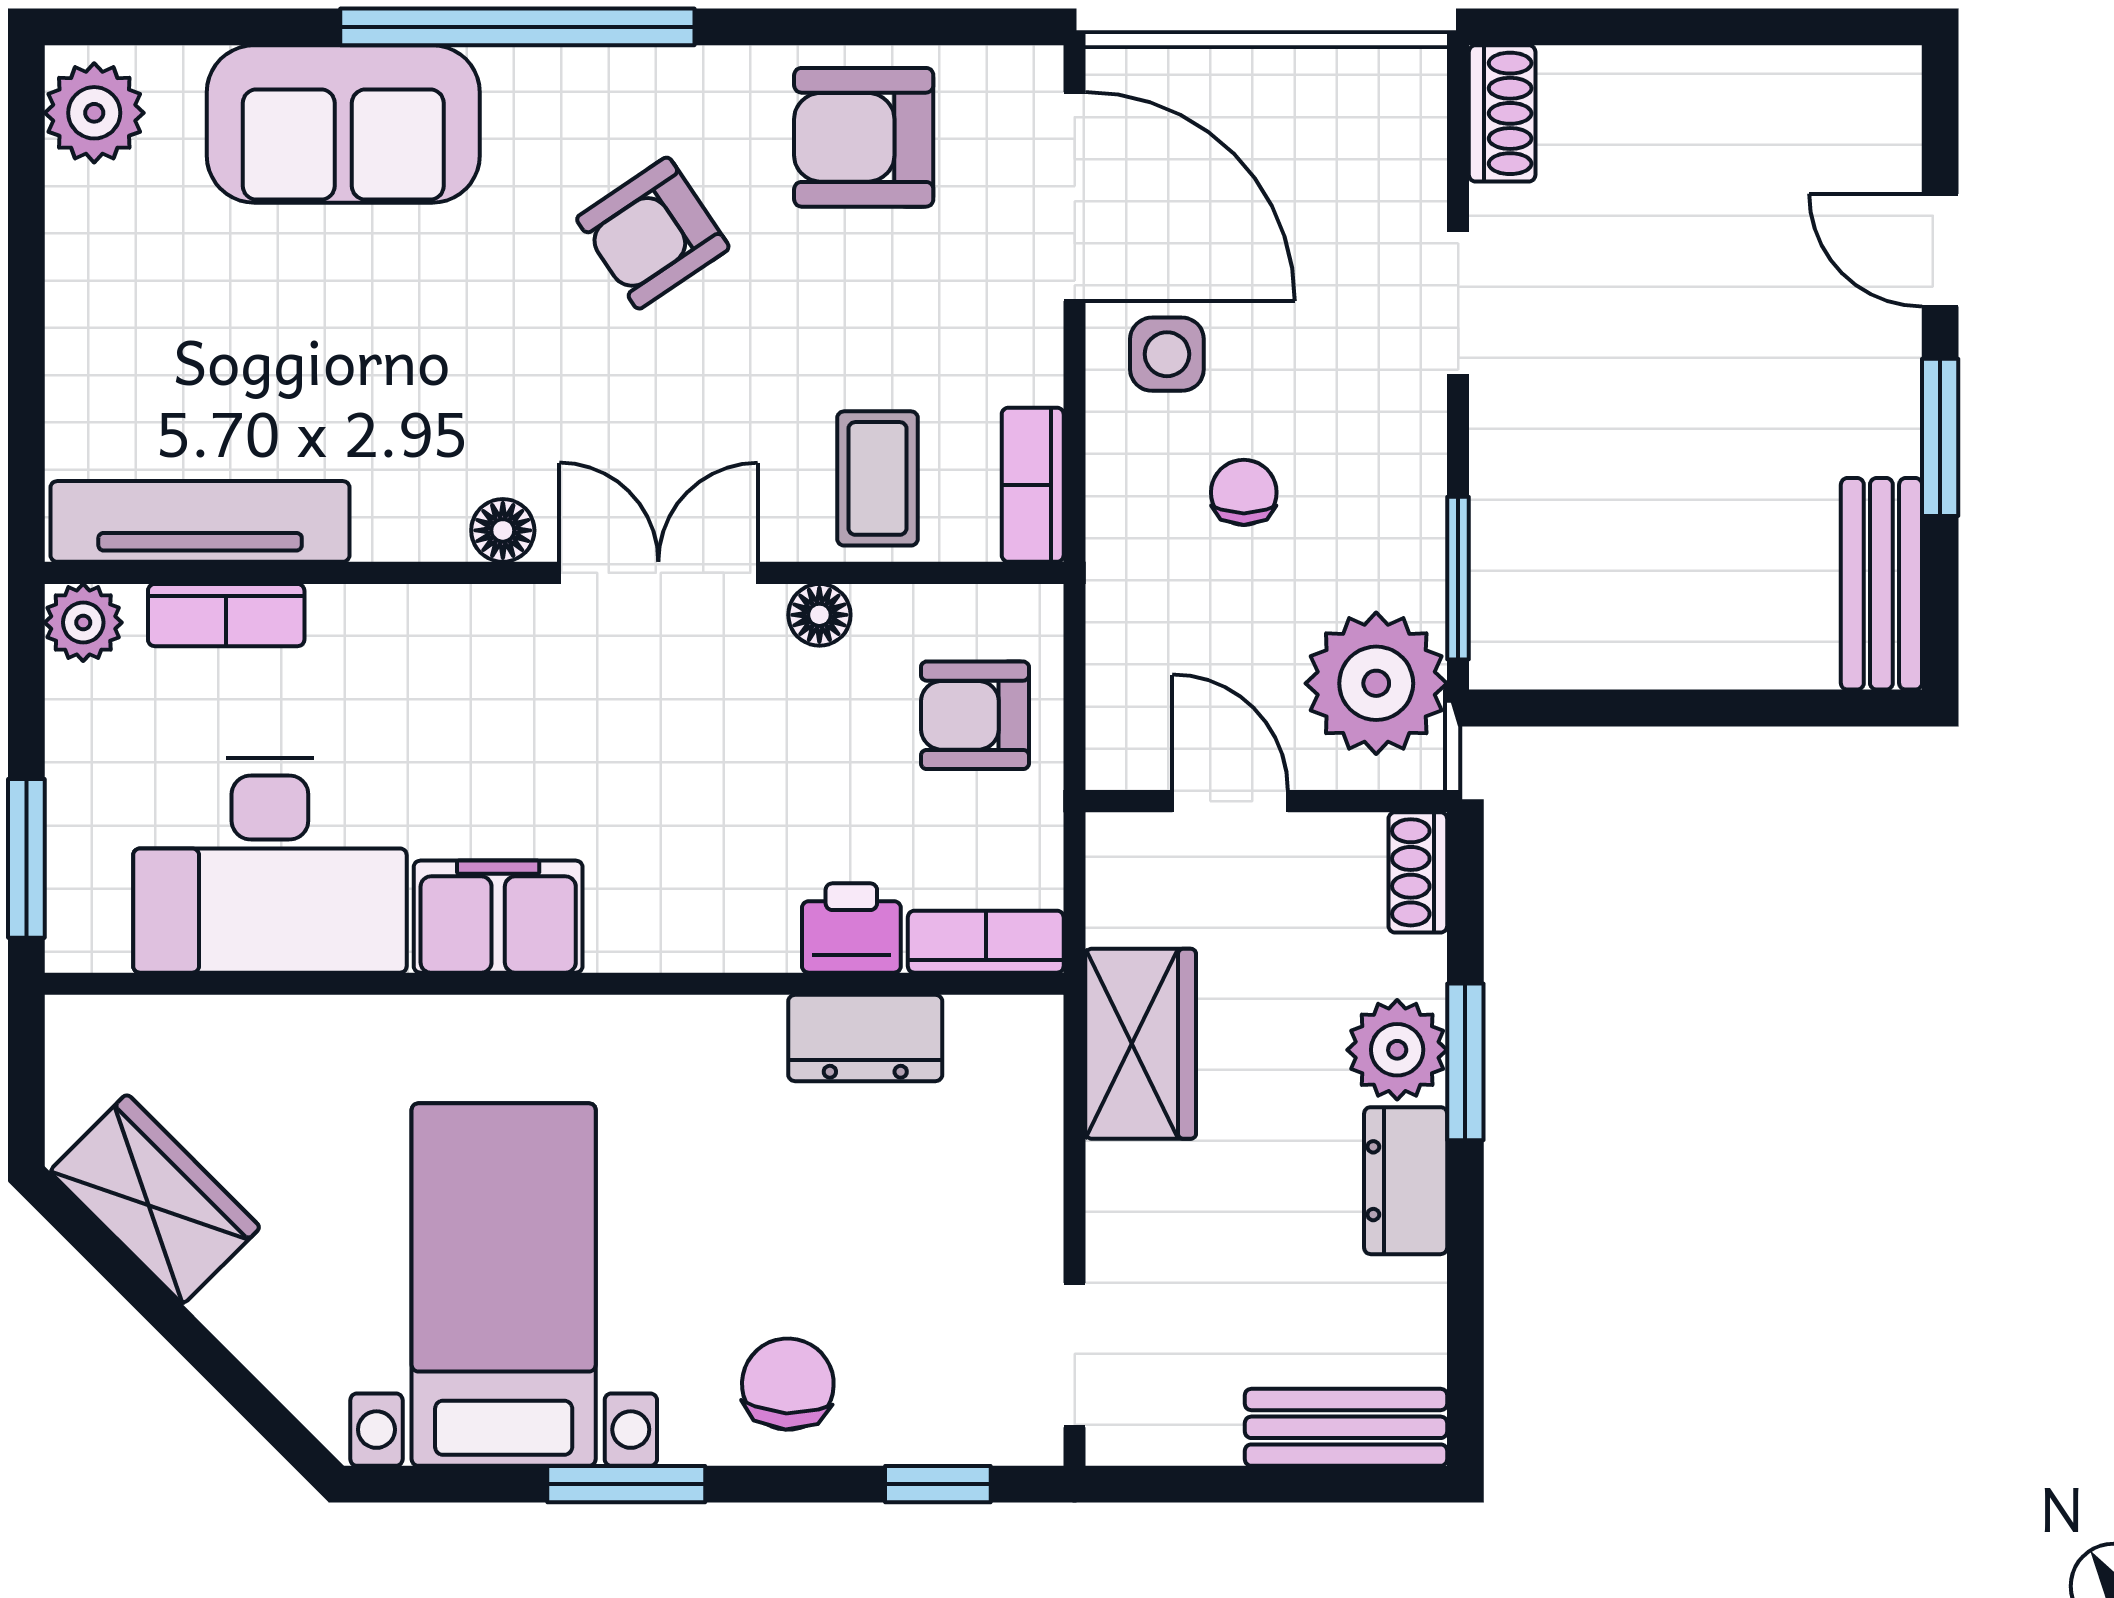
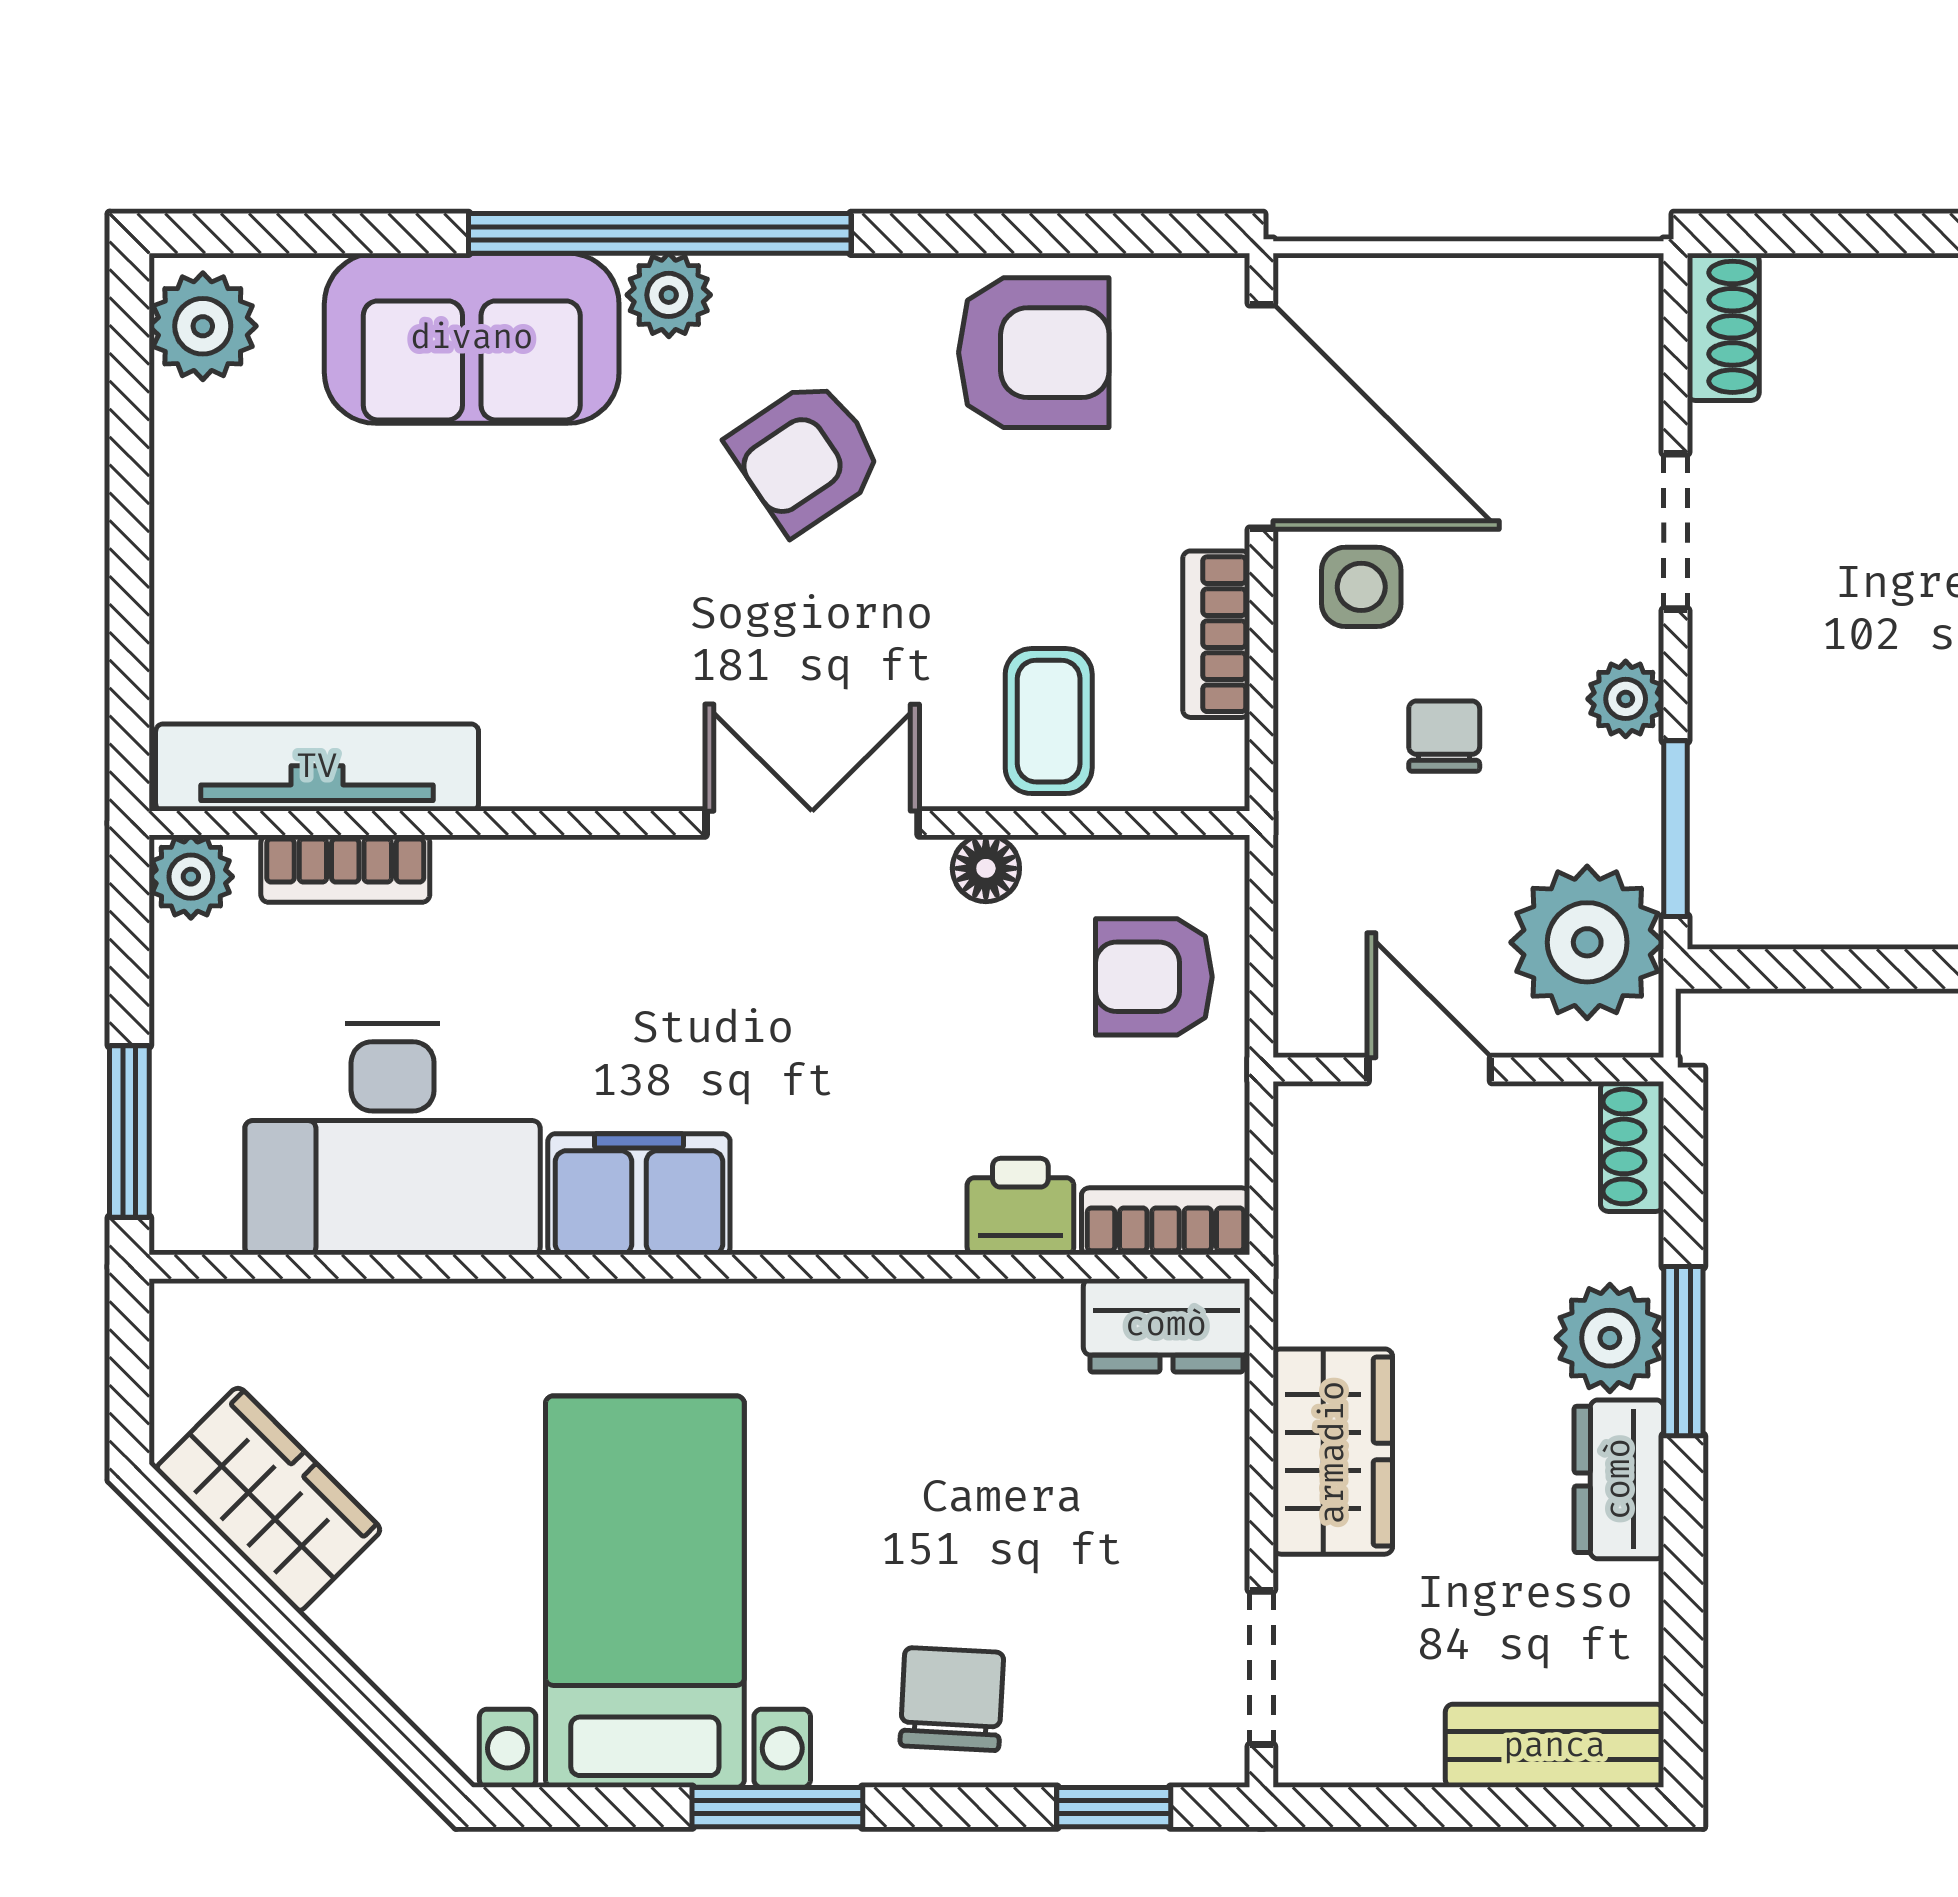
plant: (526, 84) -> (669, 295), added
armchair: (864, 137) -> (1034, 353), turned 180
plant: (1412, 458) -> (1626, 699), added
bookcase: (1033, 485) -> (1216, 634), moved
floor lamp: (503, 530) -> (644, 777), removed
dresser: (865, 1038) -> (1166, 1325), moved
wardrobe: (1141, 1044) -> (1333, 1452), moved

